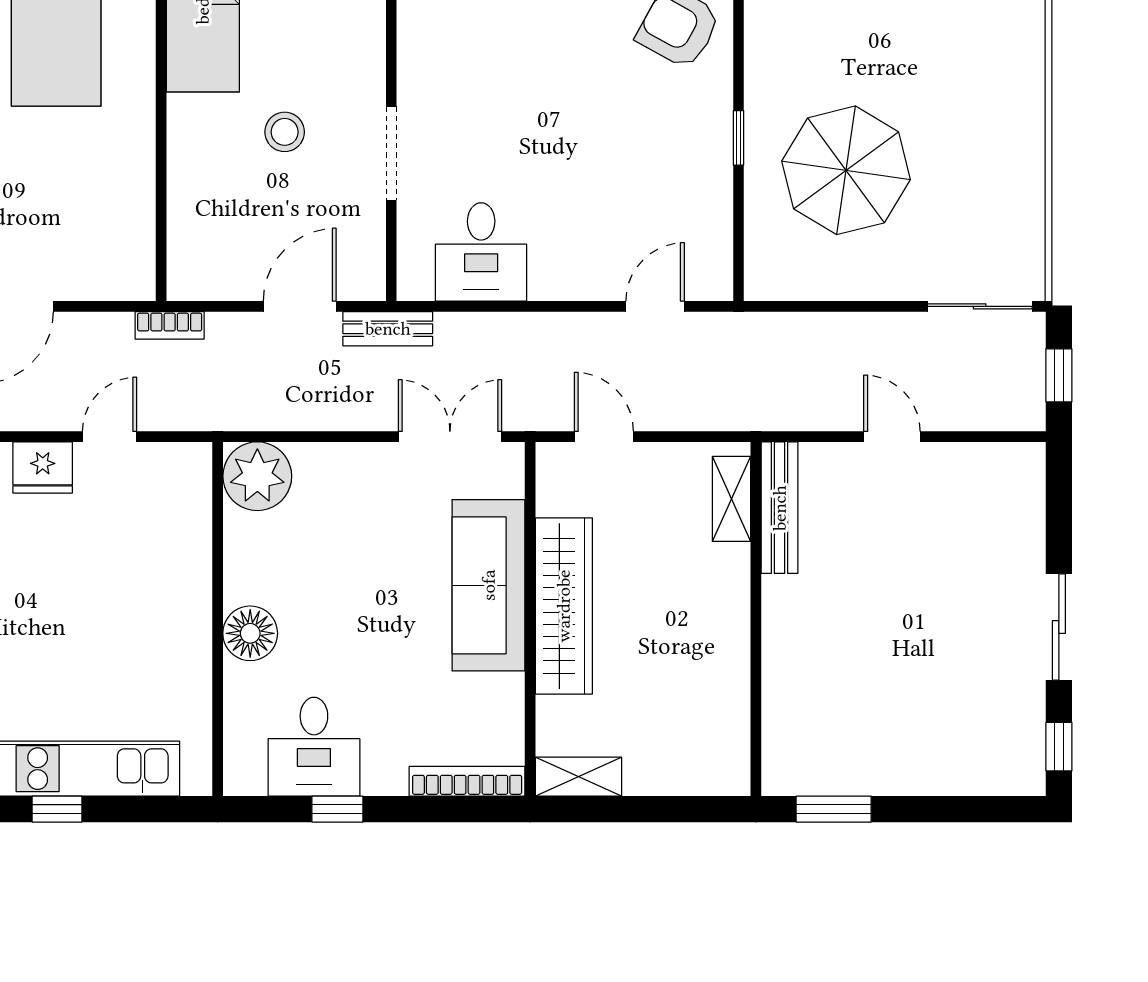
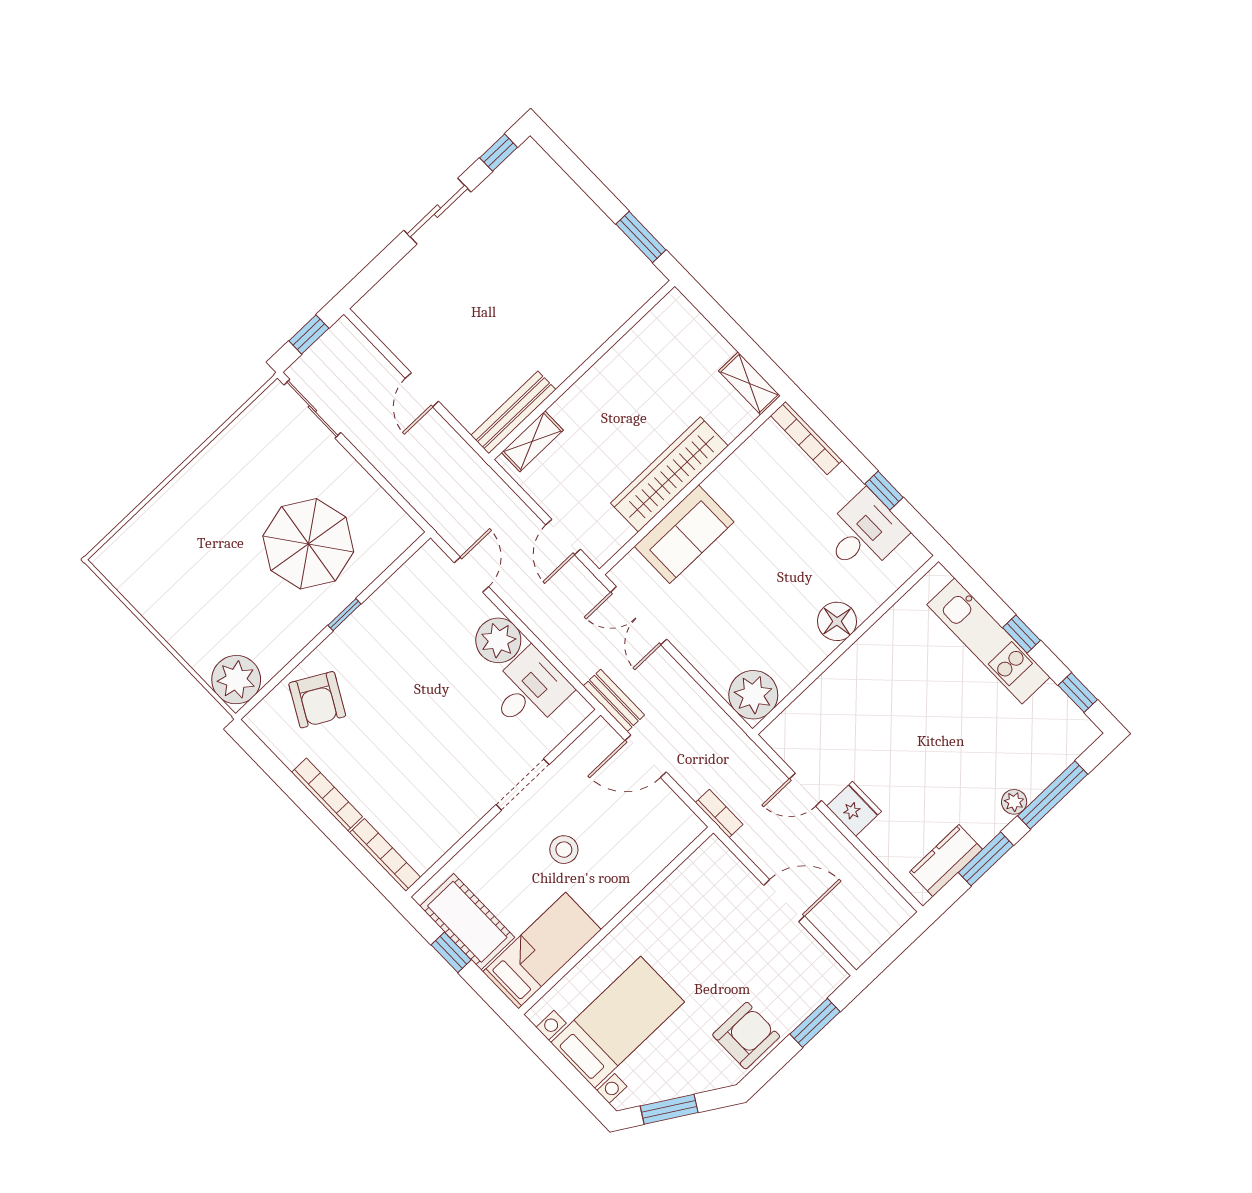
plant: (562, 270) -> (498, 640), added
door: (655, 306) -> (471, 575), swing flipped
sofa: (489, 585) -> (684, 534), width x0.73

